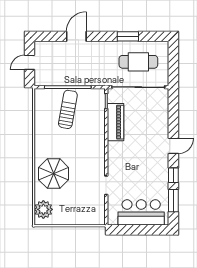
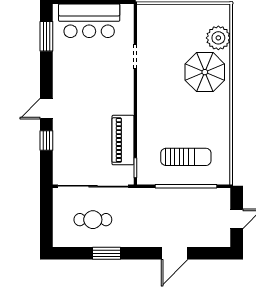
cafe table: (138, 62) -> (93, 220), width x0.73, depth x0.74
sun lounger: (68, 109) -> (186, 157), turned -100
window: (173, 175) -> (46, 140), moved
plant: (43, 209) -> (218, 38), moved

